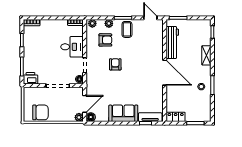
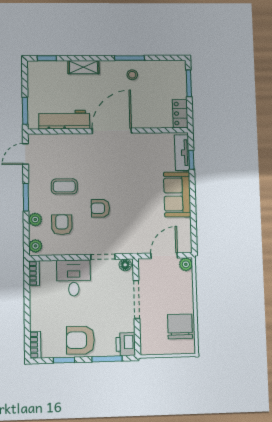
coffee table: (127, 29) -> (64, 186), moved
armchair: (34, 50) -> (80, 340), added
door: (85, 104) -> (164, 256), hinge flipped
floor lamp: (91, 117) -> (185, 246), removed

